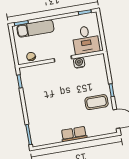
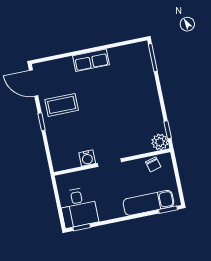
desk: (86, 40) -> (78, 207), moved, turned 180
plant: (26, 73) -> (160, 142), added

